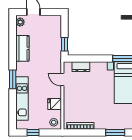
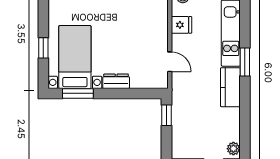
kitchen counter: (22, 48) -> (230, 87), moved
dresser: (81, 67) -> (116, 81), moved

